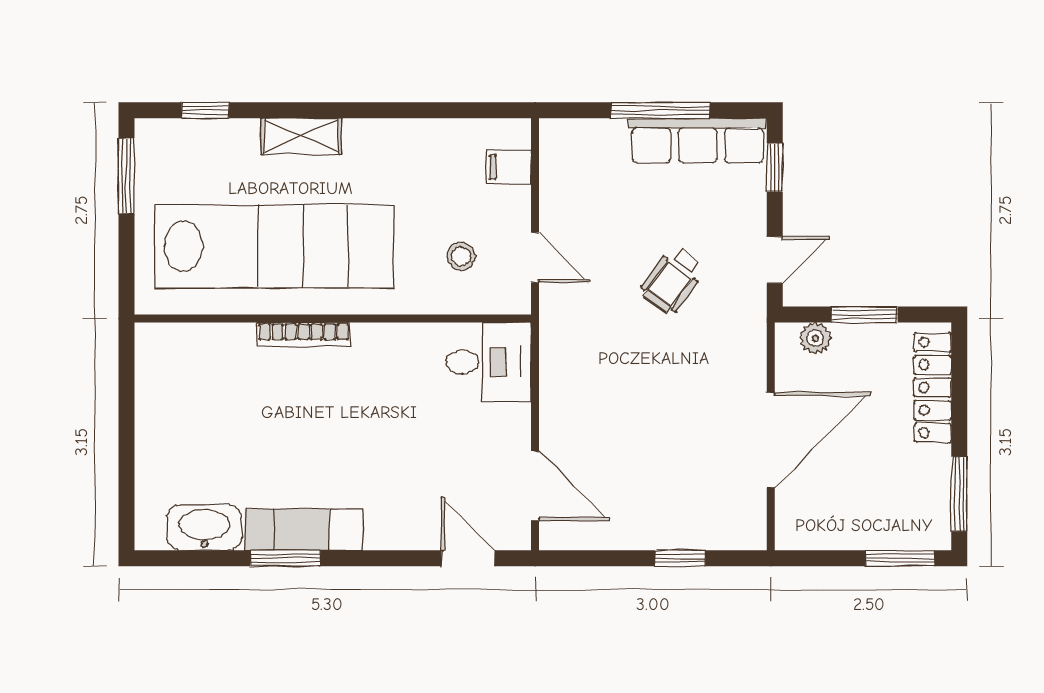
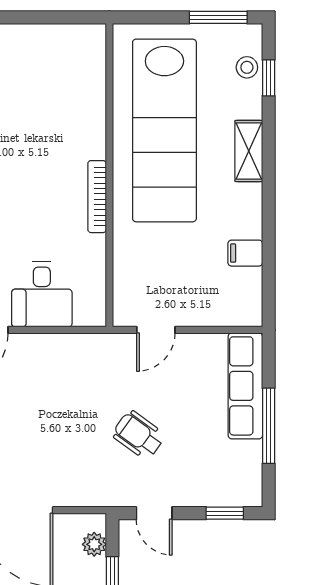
row of seats: (698, 141) -> (245, 386), moved
filing cabinet: (508, 167) -> (245, 253), moved, turned -90
stool: (461, 256) -> (247, 67), moved
bookcase: (304, 335) -> (97, 197), moved
desk: (489, 362) -> (42, 294), moved

